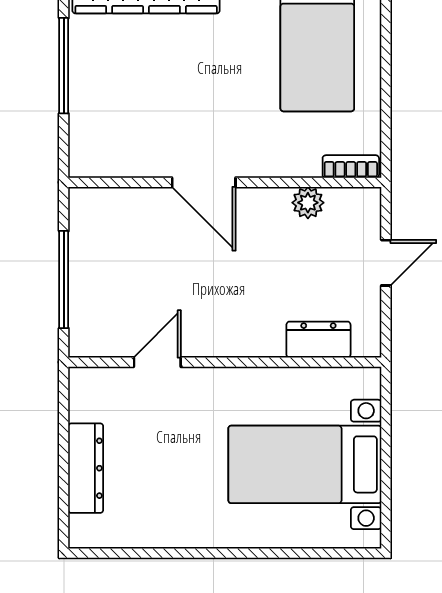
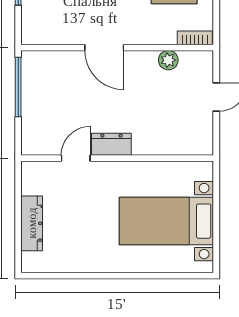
window: (64, 280) -> (18, 87), moved
dresser: (318, 340) -> (111, 144), moved

